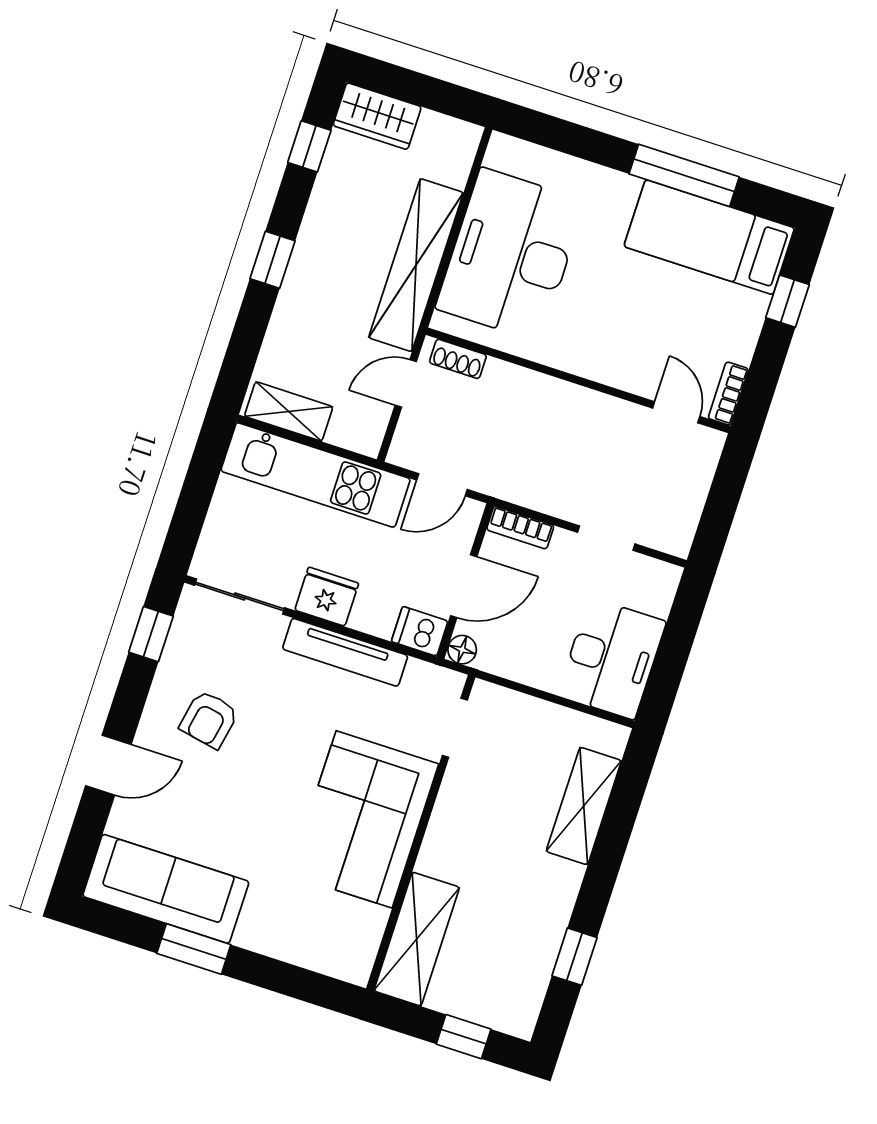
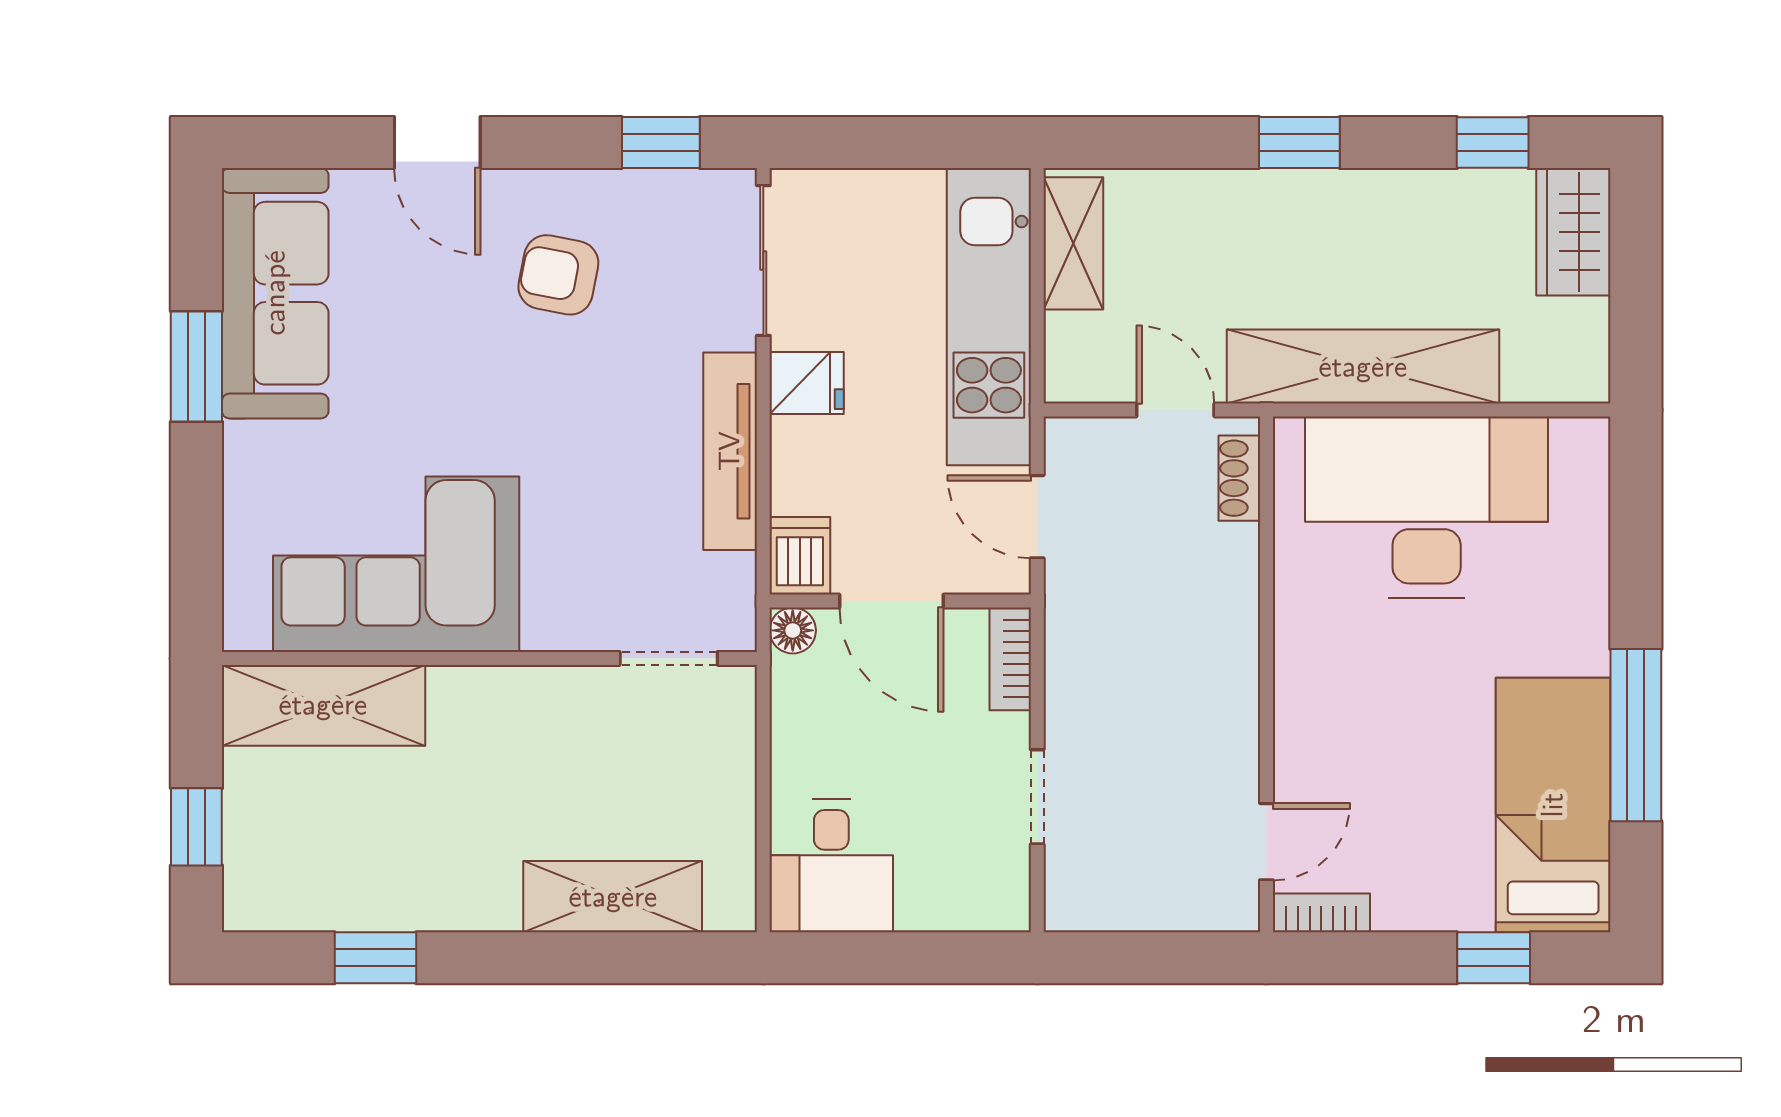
fridge: (327, 597) -> (807, 383), width x0.72
desk: (612, 658) -> (831, 866), width x0.73
corner sofa: (364, 819) -> (396, 564), moved

